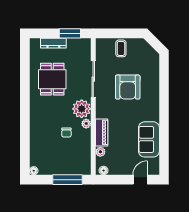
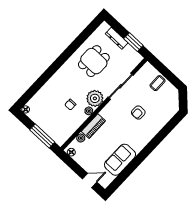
armchair: (128, 87) -> (138, 113), width x0.53, depth x0.53

